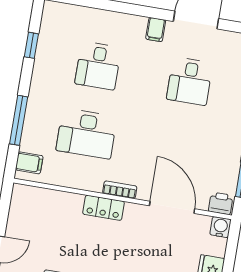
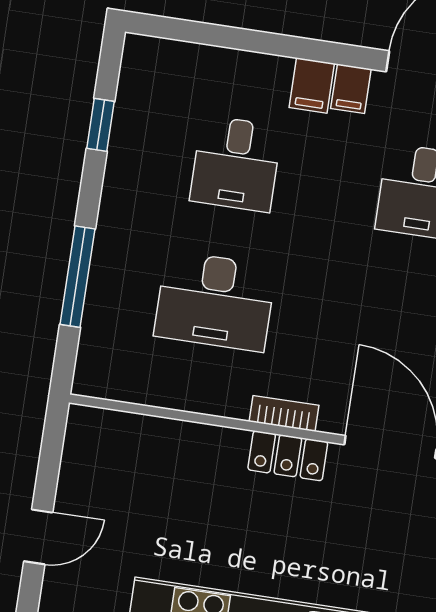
filing cabinet: (29, 163) -> (312, 85), moved, turned 90
locker: (104, 208) -> (288, 456), moved

